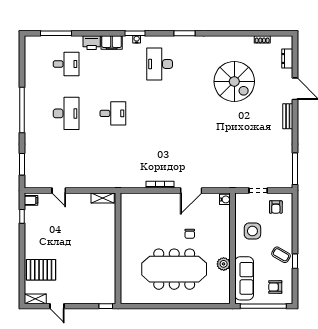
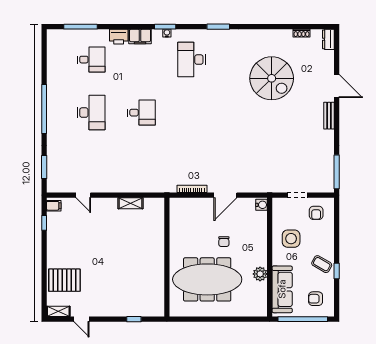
dresser: (287, 58) -> (328, 39), moved
wall: (118, 248) -> (167, 257), moved

